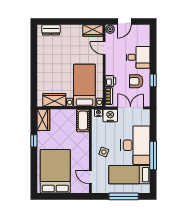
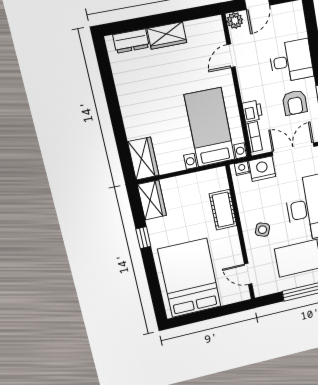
wardrobe: (93, 31) -> (167, 36), moved
door: (104, 48) -> (231, 56), hinge flipped
armchair: (136, 81) -> (295, 103), turned -90
wardrobe: (54, 100) -> (143, 159), moved, turned 90
cot: (83, 120) -> (223, 210), moved

